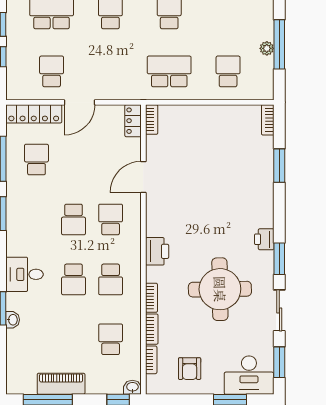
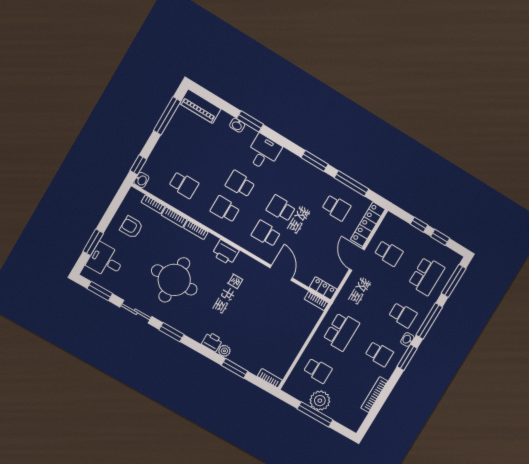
plant: (267, 48) -> (320, 401), width x1.88, depth x1.88
plant: (266, 188) -> (224, 351), added
school desk: (111, 219) -> (266, 234), turned 180
printer: (264, 239) -> (212, 342), moved
desk: (249, 375) -> (106, 261), width x0.73
piano: (61, 384) -> (200, 106), moved, turned 90

